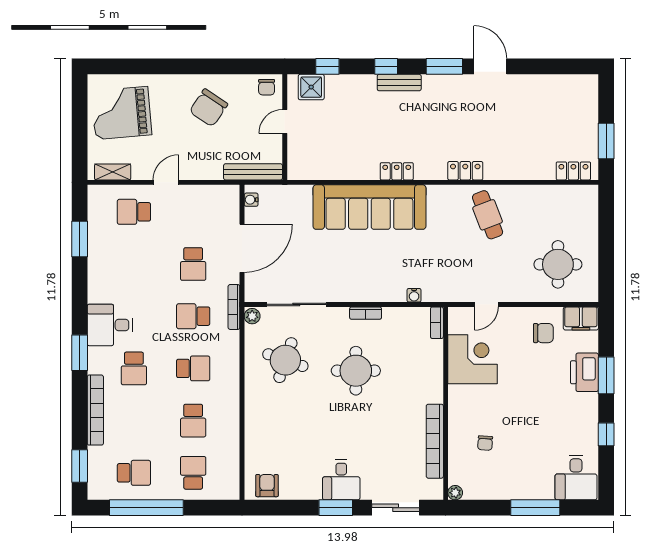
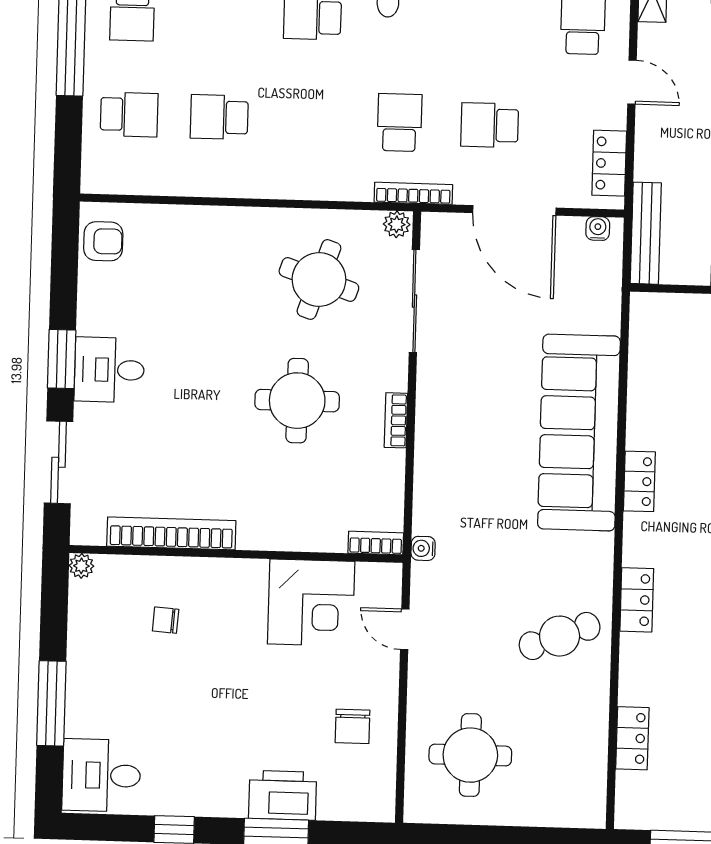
locker: (573, 171) -> (632, 738), moved
locker: (213, 194) -> (609, 163), added
water cooler: (414, 295) -> (423, 548), moved
filing cabinet: (581, 318) -> (376, 792), removed
school desk: (193, 368) -> (309, 120), removed

